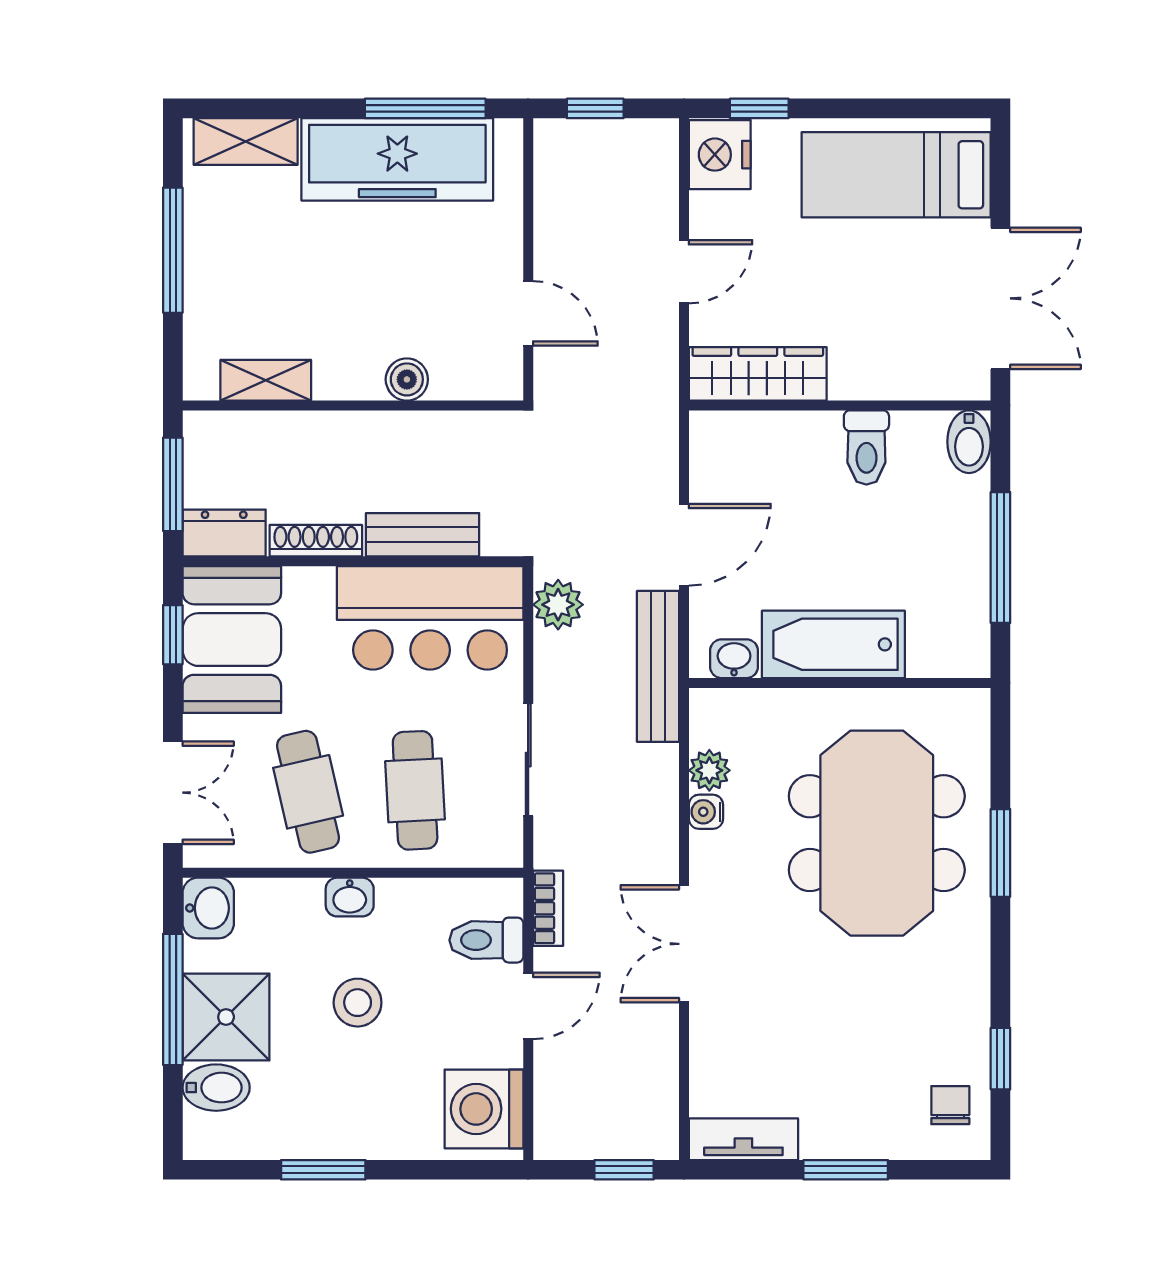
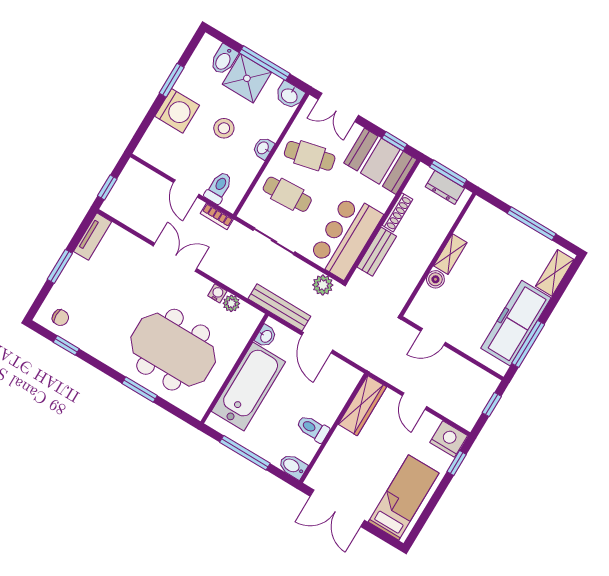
shelving: (266, 380) -> (450, 254), moved
dresser: (224, 533) -> (445, 187), moved, turned 90
bathtub: (833, 644) -> (248, 387), width x1.36, depth x1.36
washing machine: (484, 1109) -> (177, 111), moved, turned 90

